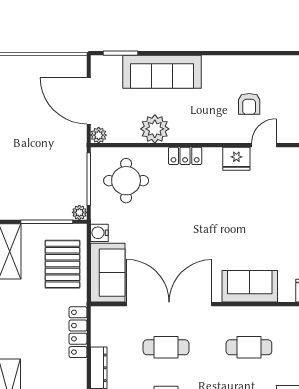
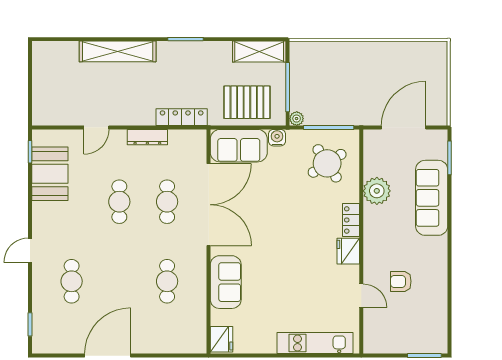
plant: (99, 135) -> (371, 137), removed
fridge: (236, 159) -> (348, 251), moved
round table: (126, 181) -> (327, 163), turned -33

